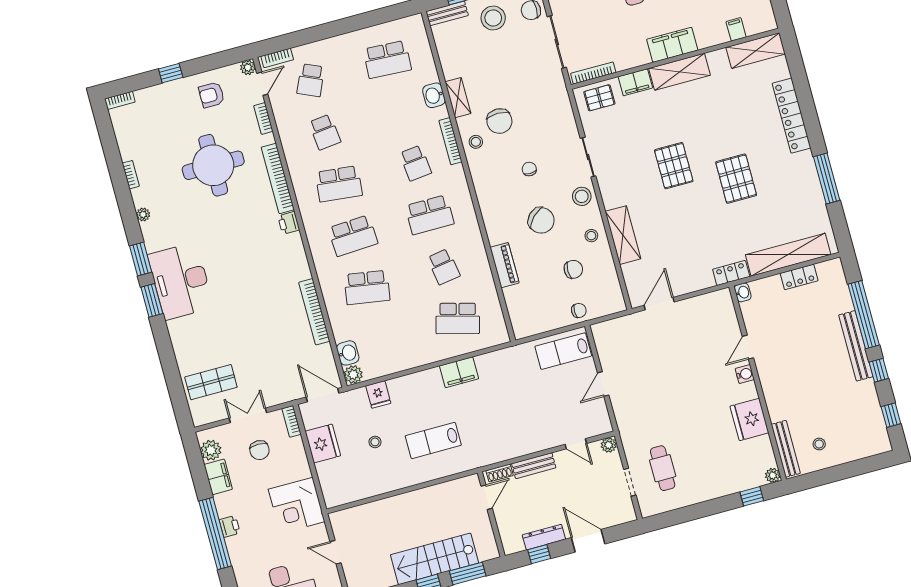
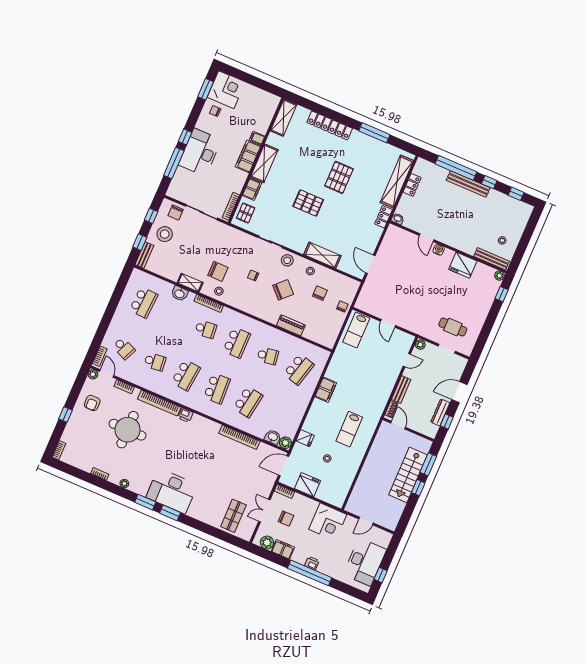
filing cabinet: (736, 29) -> (257, 138), moved
pallet: (736, 179) -> (339, 177), turned 90

